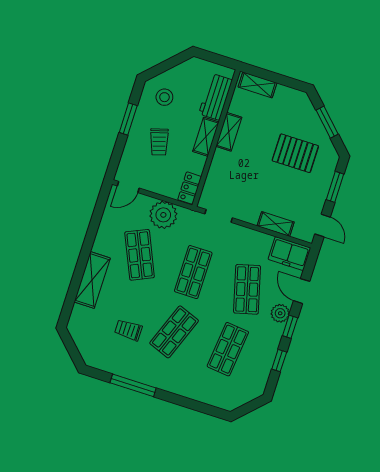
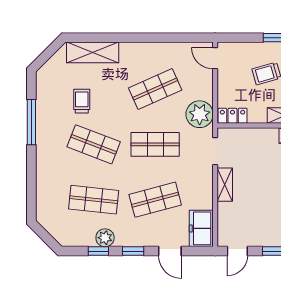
plant: (163, 215) -> (200, 114), moved
shelving: (276, 224) -> (225, 185), moved
shelving: (92, 280) -> (93, 52), moved
door: (302, 291) -> (170, 251), swing flipped
plant: (280, 313) -> (105, 238), moved

